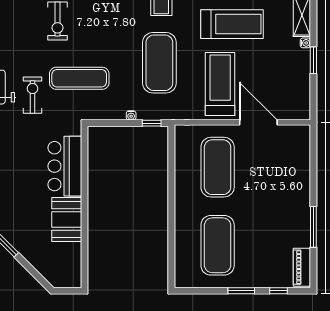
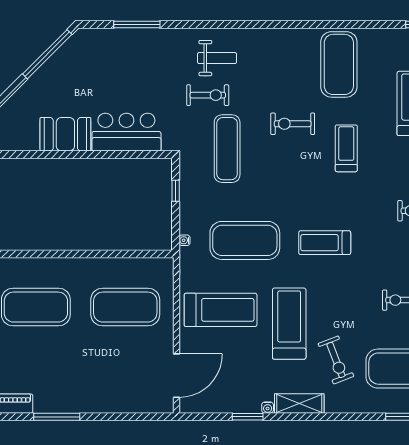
treadmill: (232, 24) -> (289, 324), turned 180
water cooler: (131, 115) -> (185, 240), moved
door: (258, 122) -> (176, 376), moved
window: (152, 123) -> (176, 191), moved

